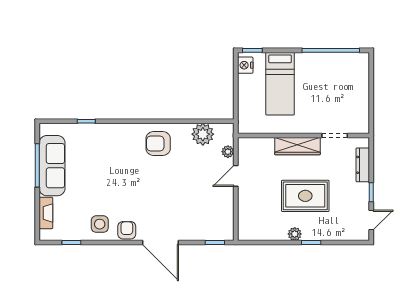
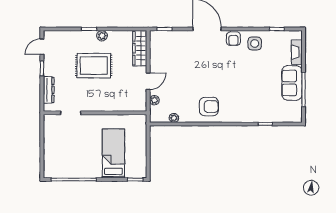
nightstand: (245, 65) -> (141, 168), removed
plant: (203, 134) -> (174, 118), width x0.53, depth x0.53
wardrobe: (298, 146) -> (140, 48), moved, turned -90
sofa: (52, 166) -> (292, 83), width x0.73

